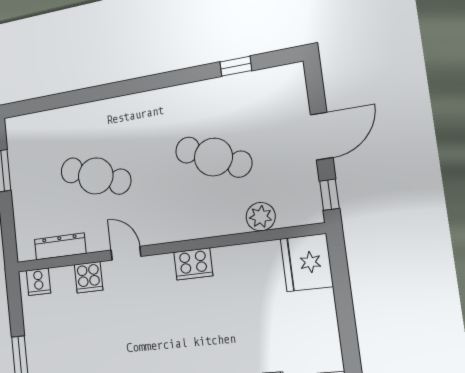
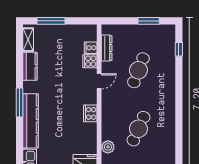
window: (236, 66) -> (179, 49), moved
cooker: (38, 282) -> (91, 48), moved

